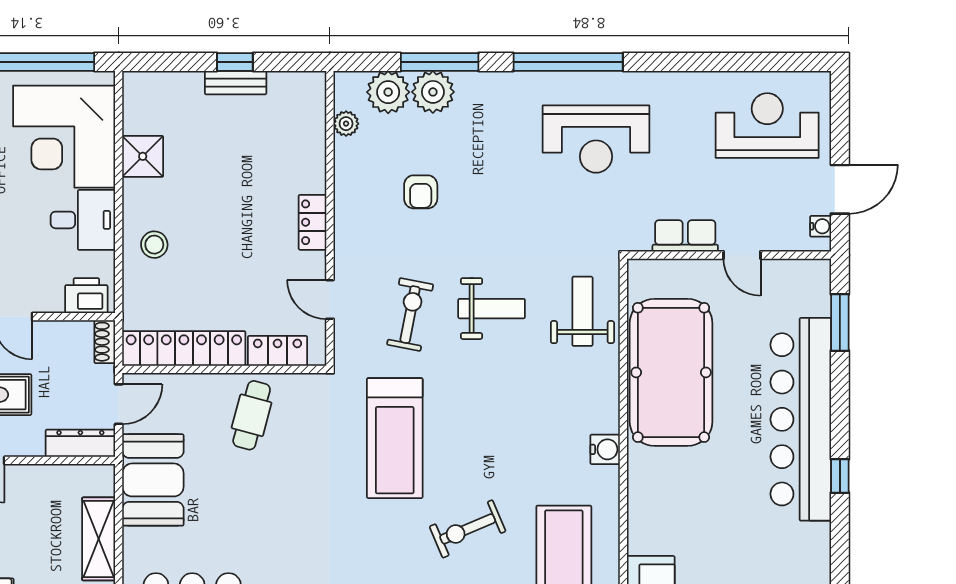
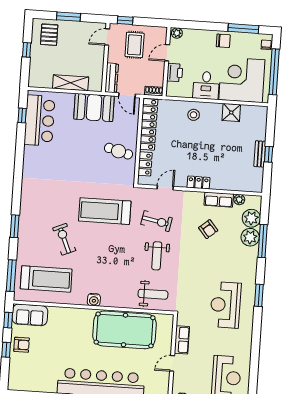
window: (568, 62) -> (259, 295), width x0.47
row of seats: (350, 172) -> (219, 200), added
armchair: (421, 192) -> (208, 229), turned -130
printer: (86, 296) -> (175, 72), moved

